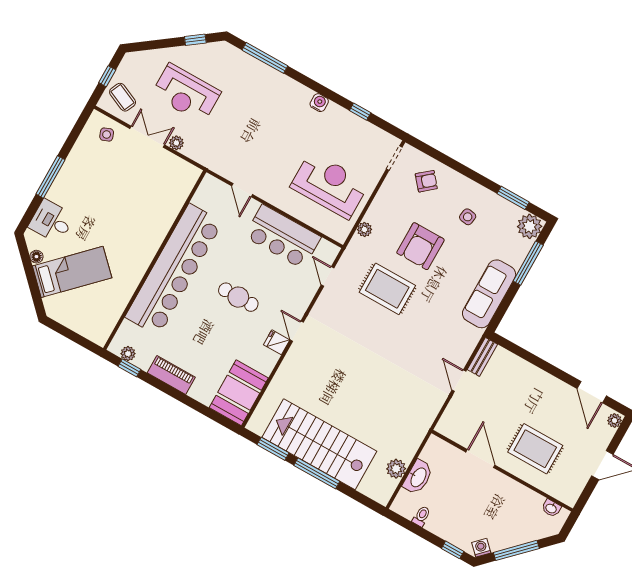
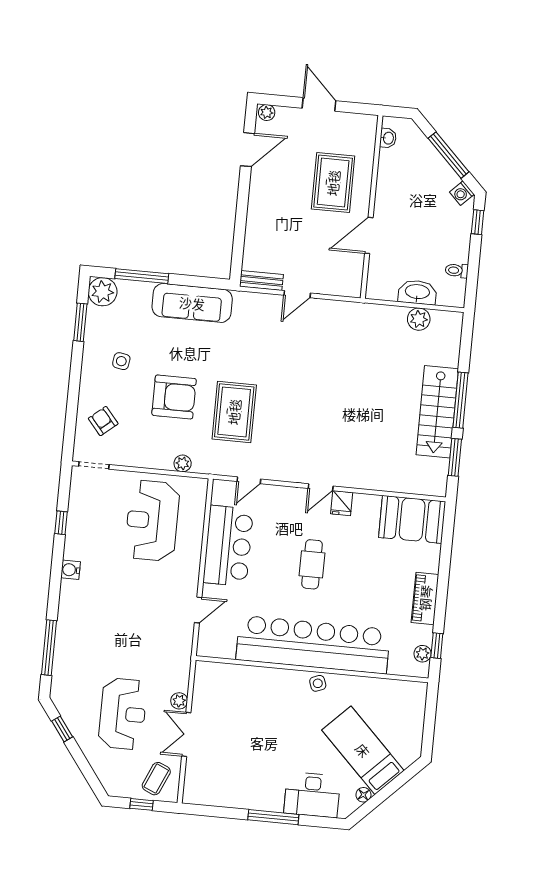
side table: (107, 135) -> (318, 683), moved
desk: (51, 221) -> (312, 795), width x1.37
stairs: (319, 444) -> (437, 412), width x0.73, depth x0.66

